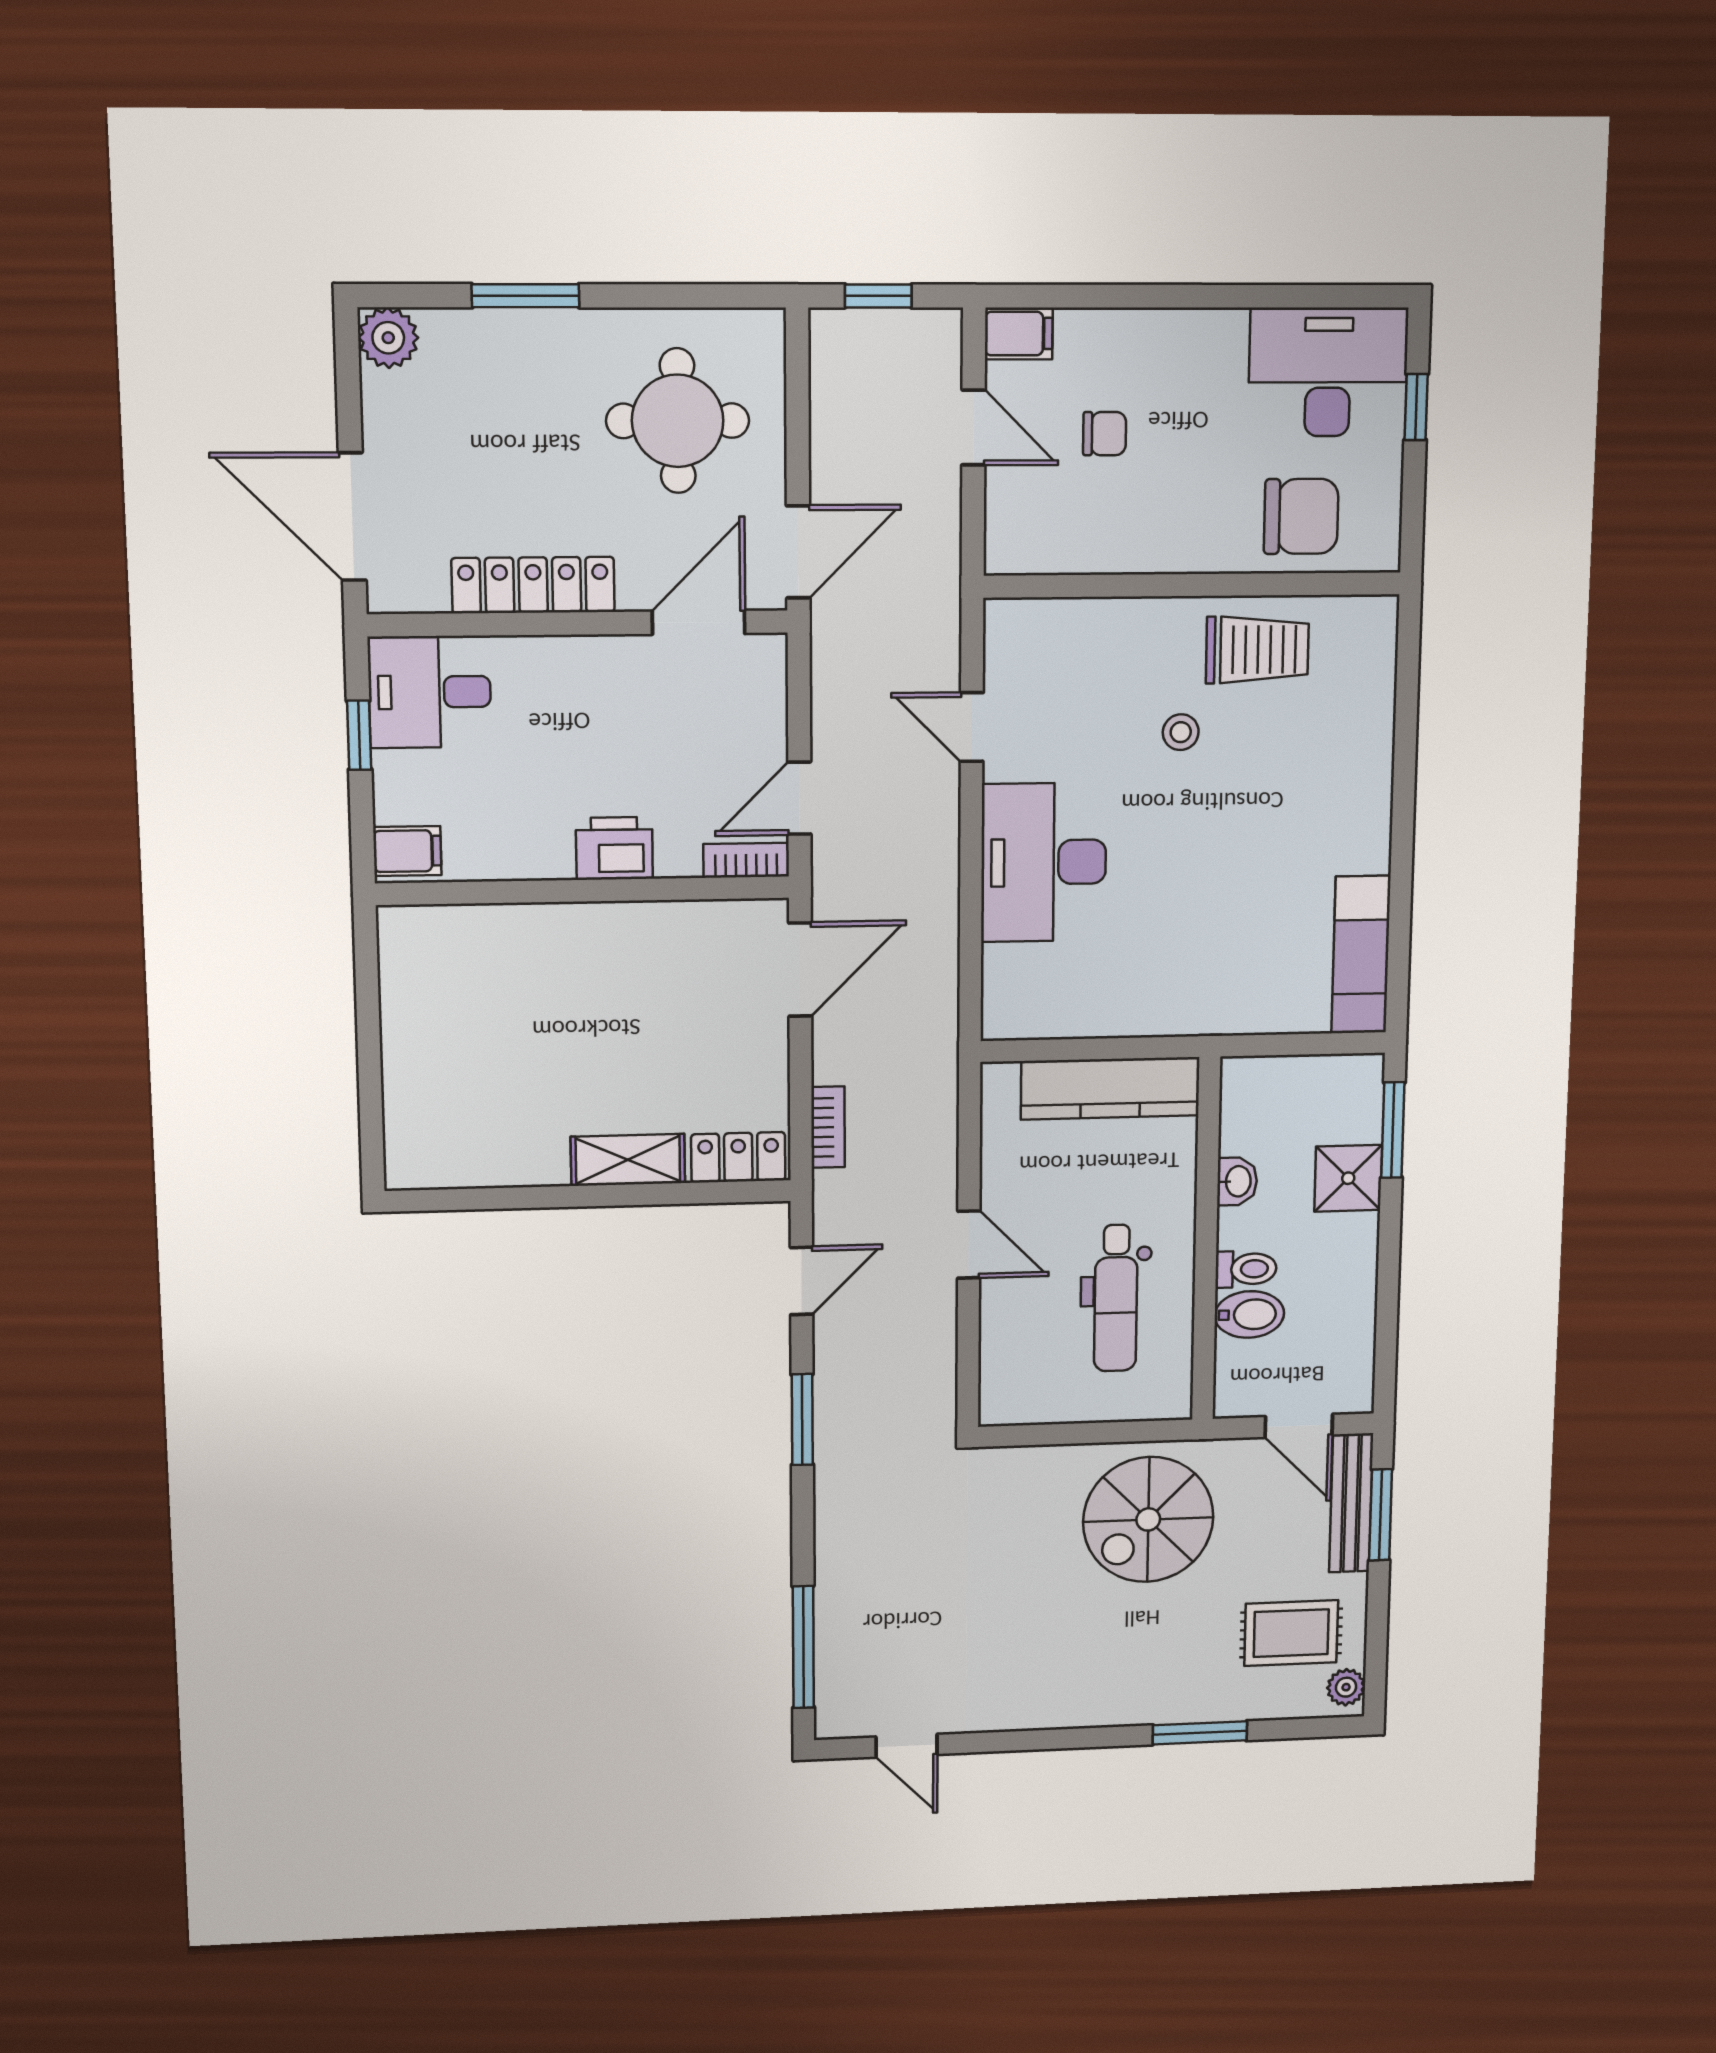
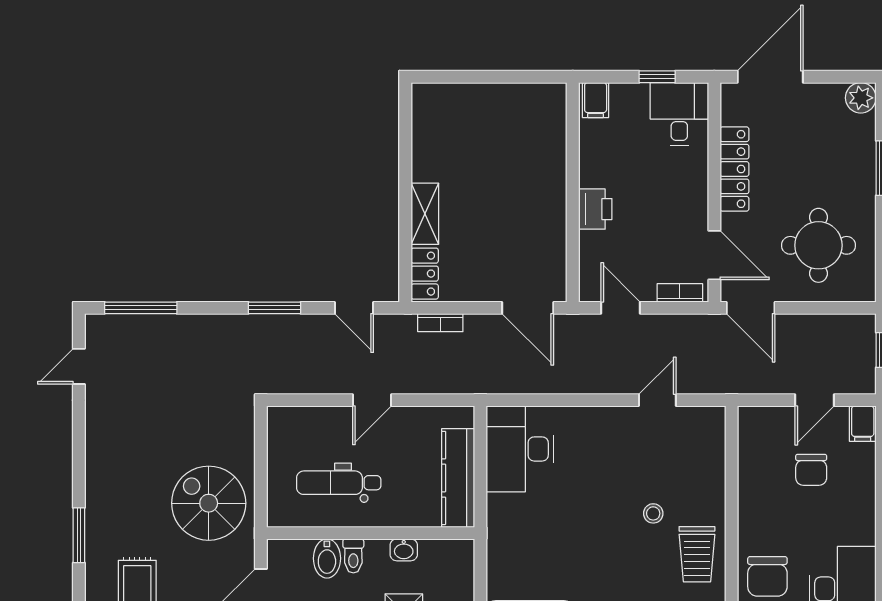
chair: (1105, 434) -> (811, 470), width x1.37, depth x1.37
bookcase: (746, 860) -> (680, 293), moved, turned -90
desk: (1044, 862) -> (520, 449), moved, turned -90

